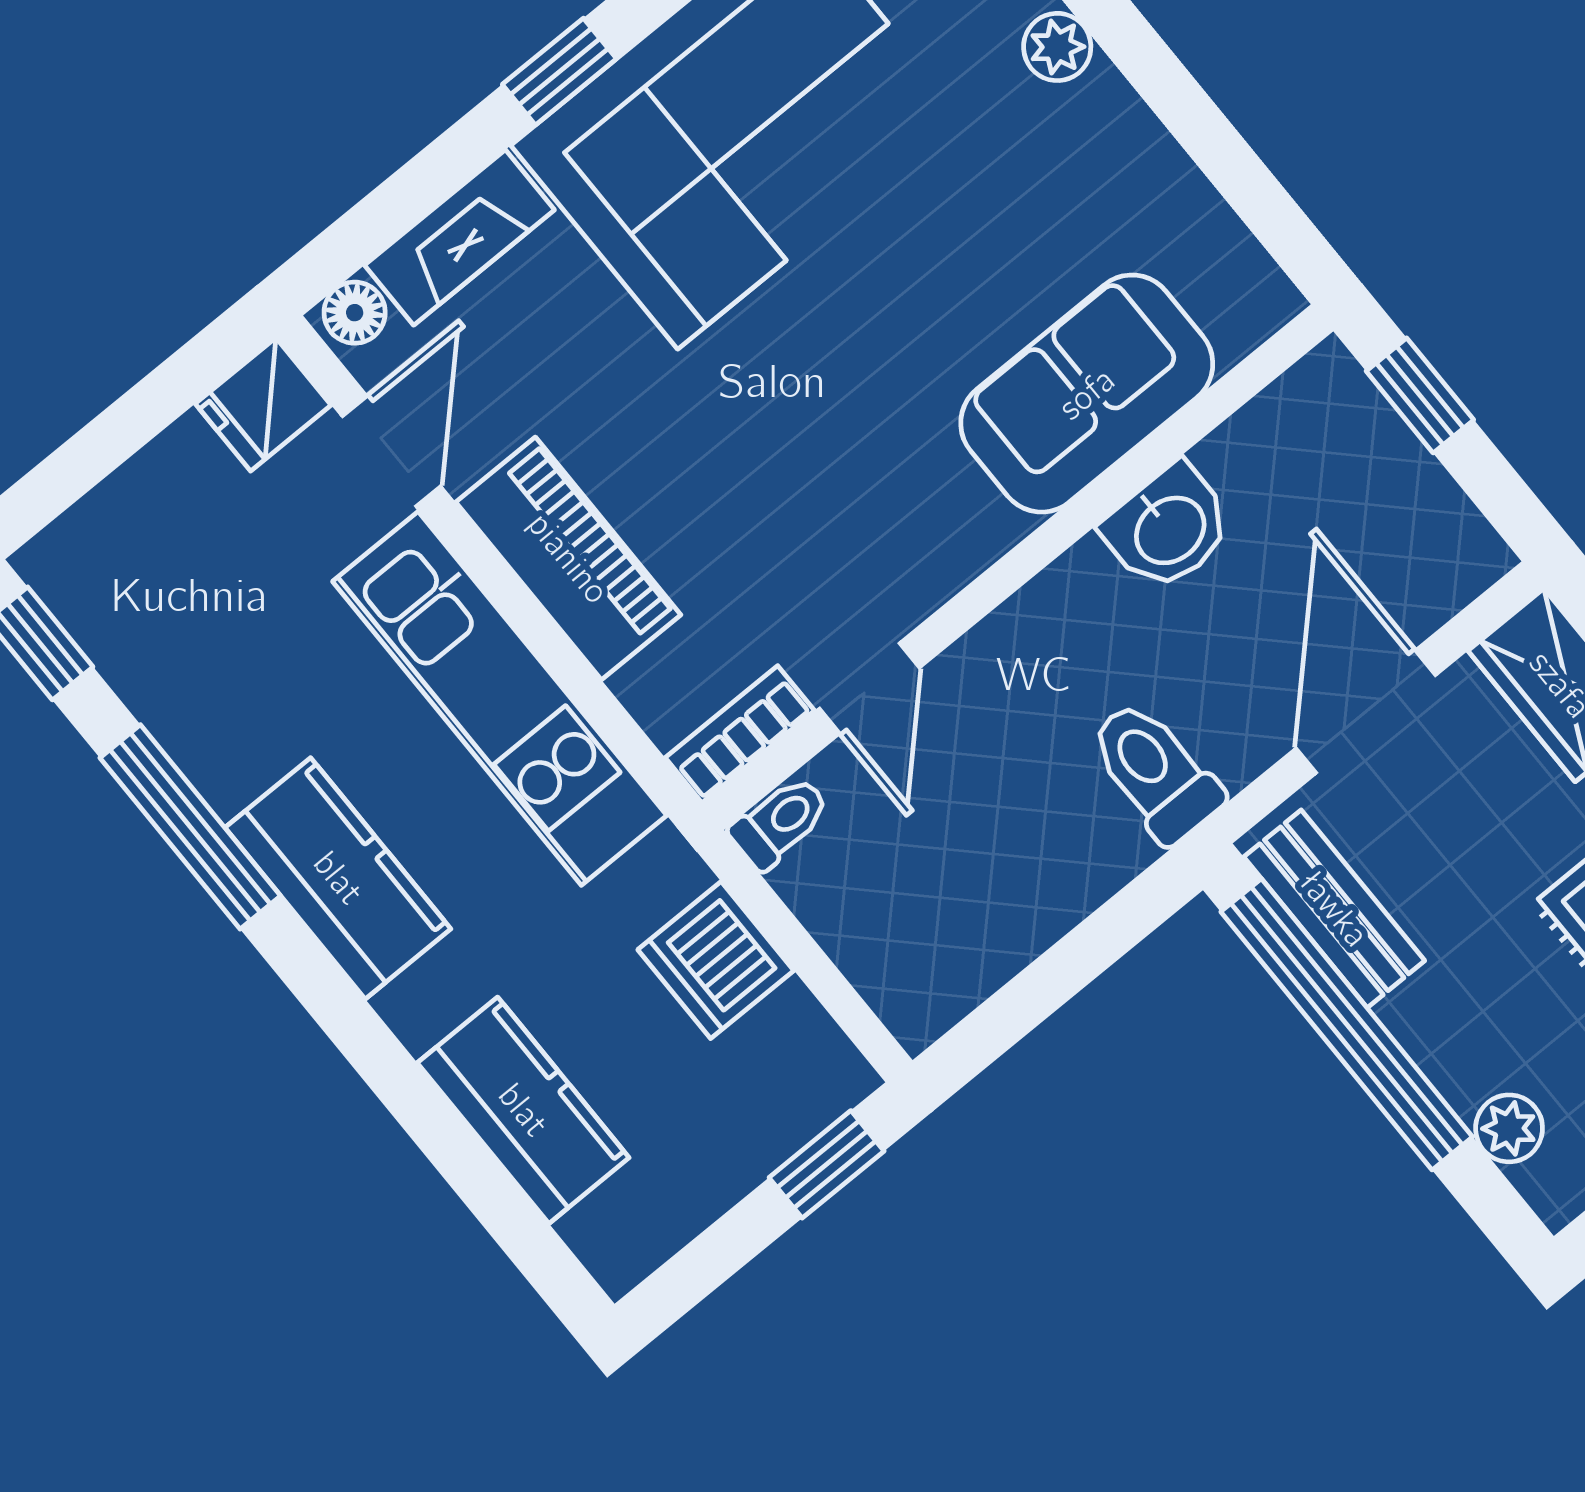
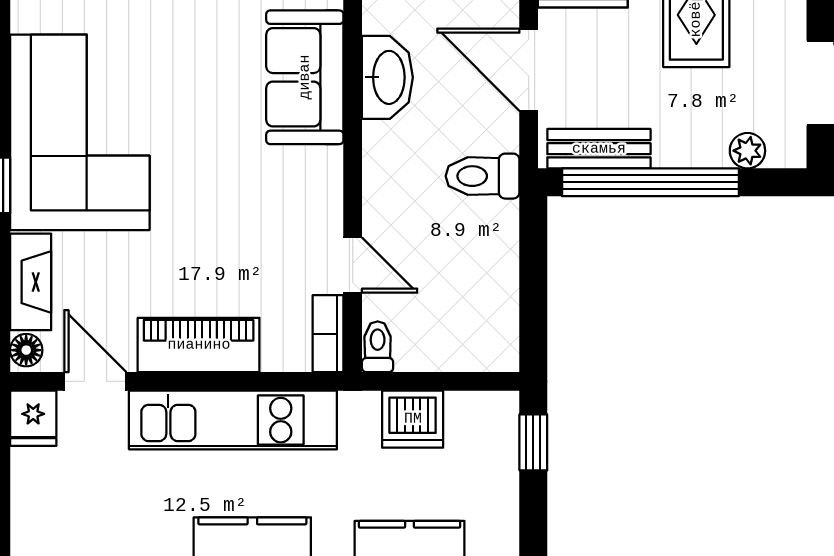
washbasin: (1168, 528) -> (387, 77), width x1.38

